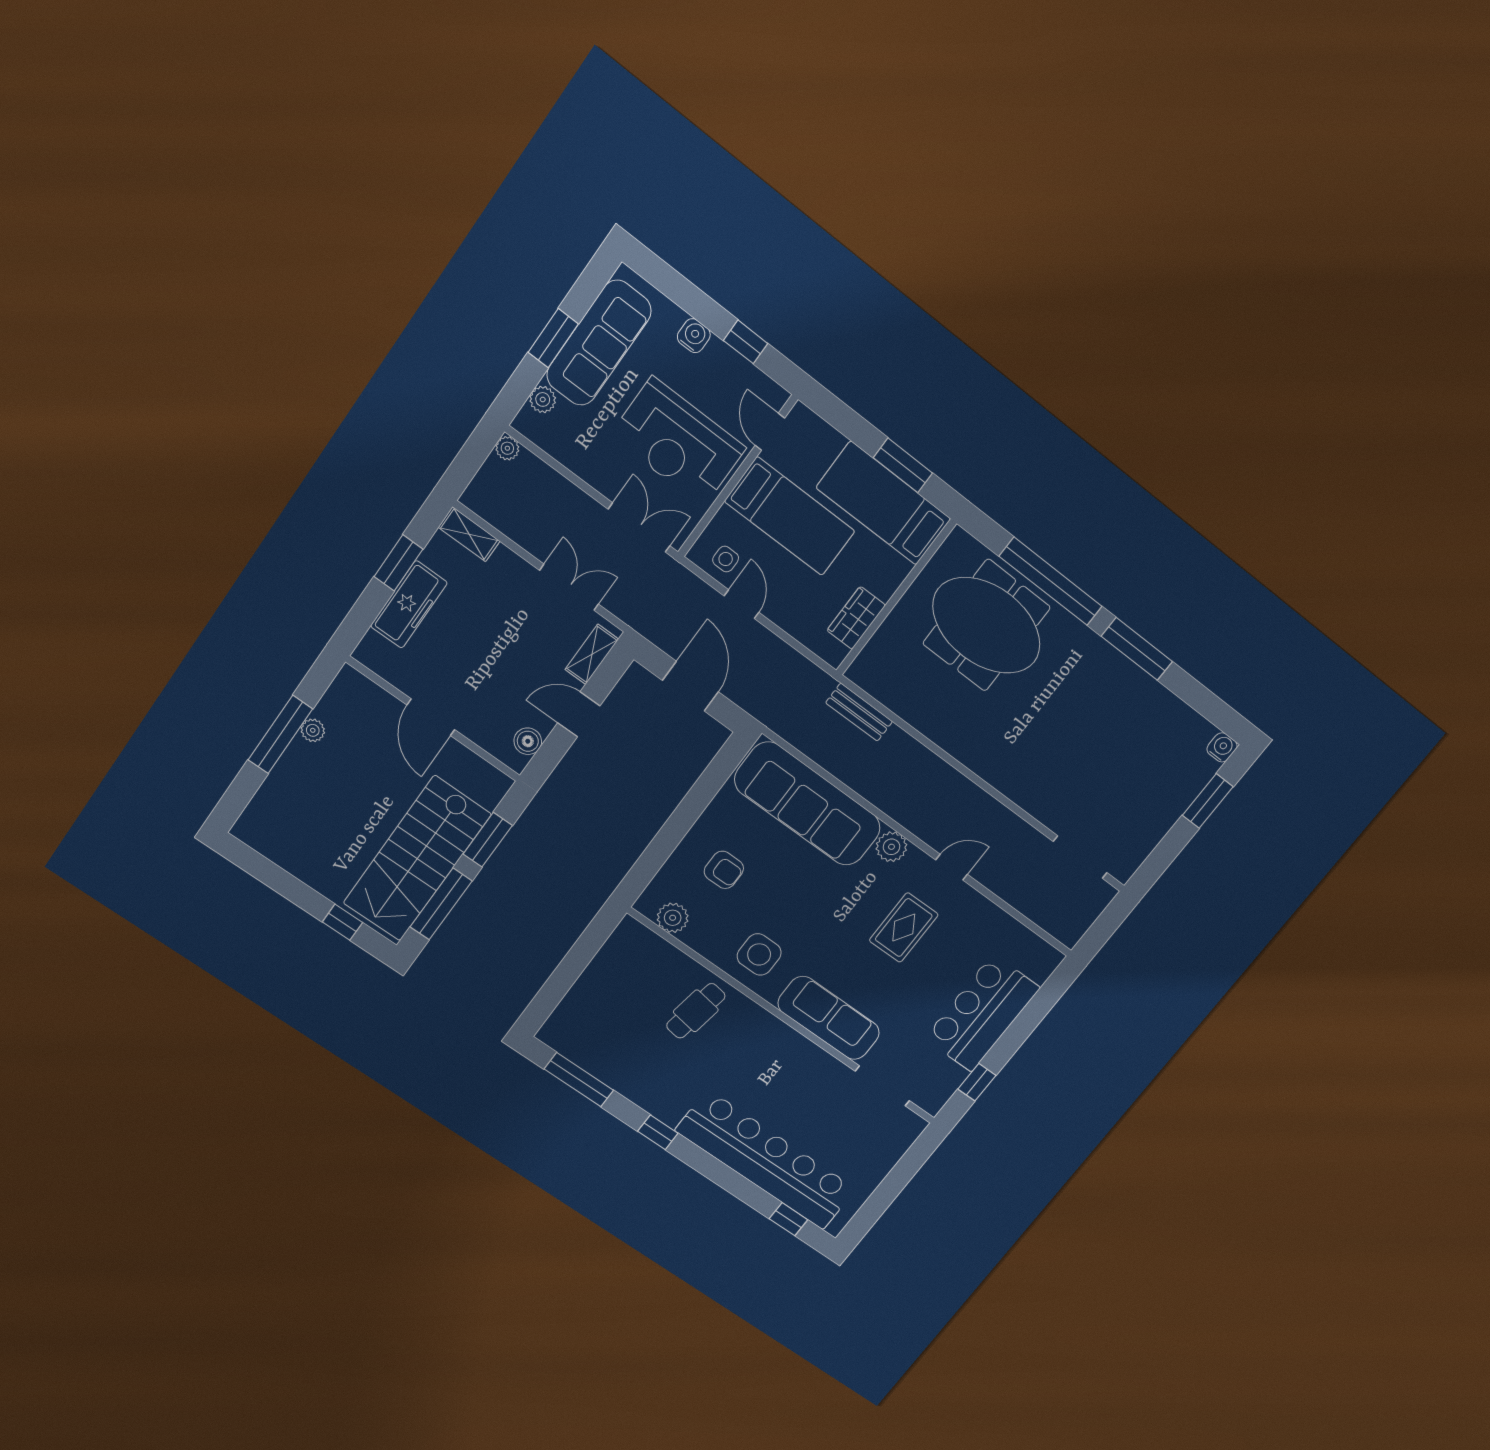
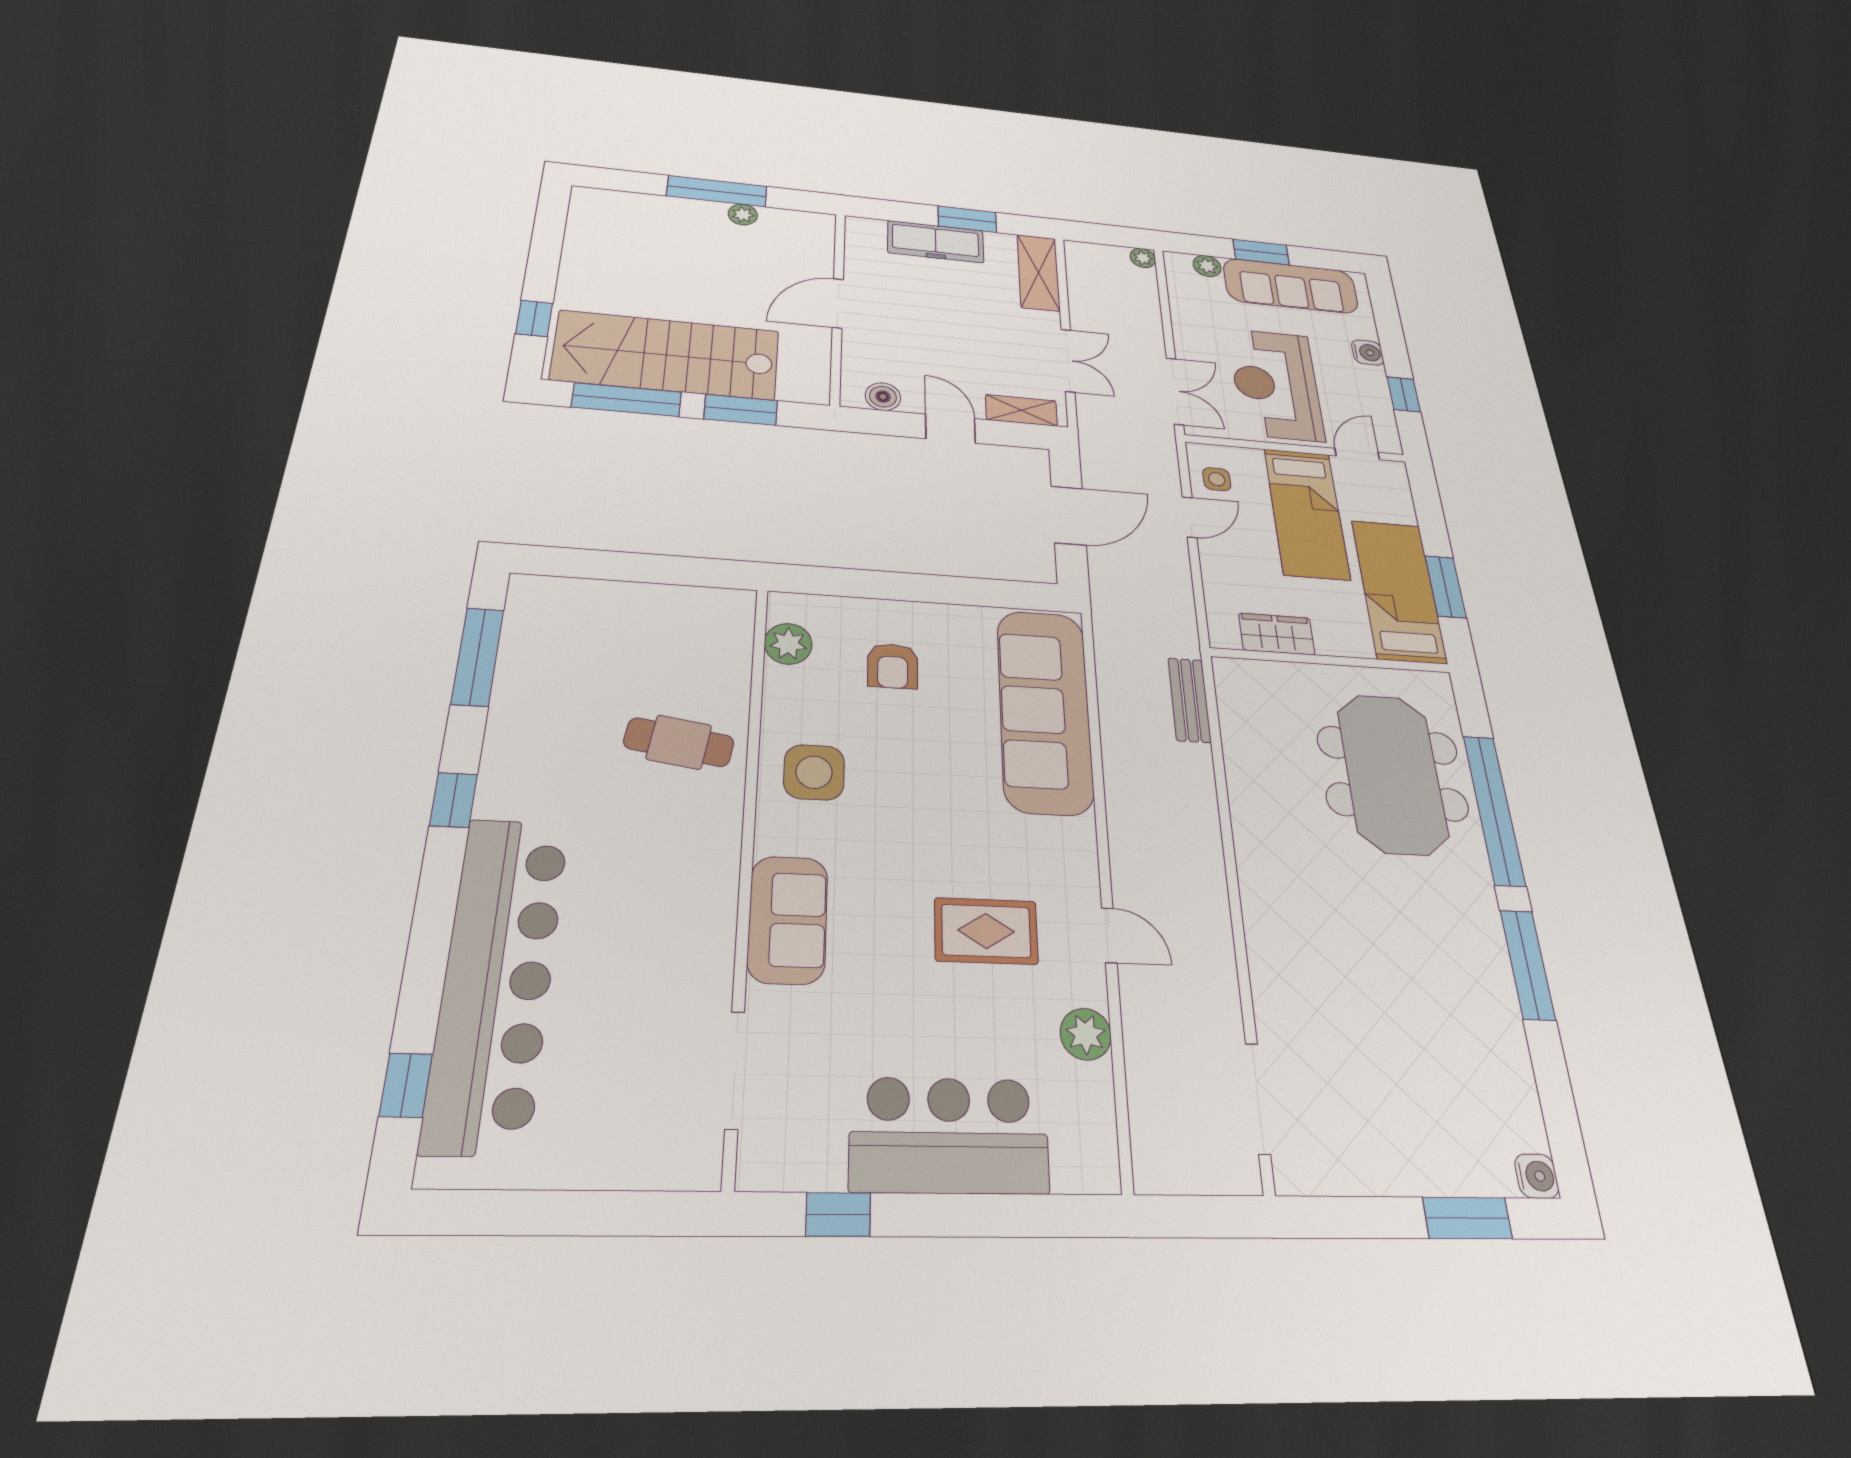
shelving: (469, 534) -> (1038, 273), width x1.50, depth x1.33
plant: (891, 847) -> (1086, 1034), moved
sofa: (829, 1018) -> (788, 919), width x0.73

